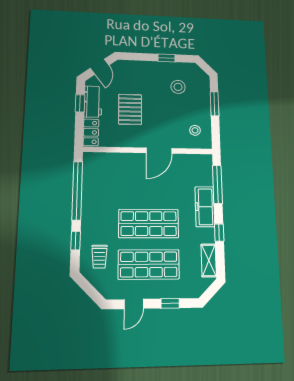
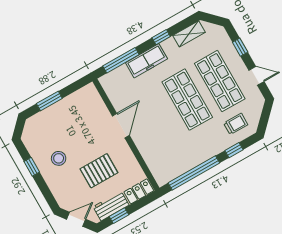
stool: (178, 87) -> (59, 158), moved
stool: (195, 130) -> (84, 105), removed
door: (159, 151) -> (121, 126), hinge flipped

